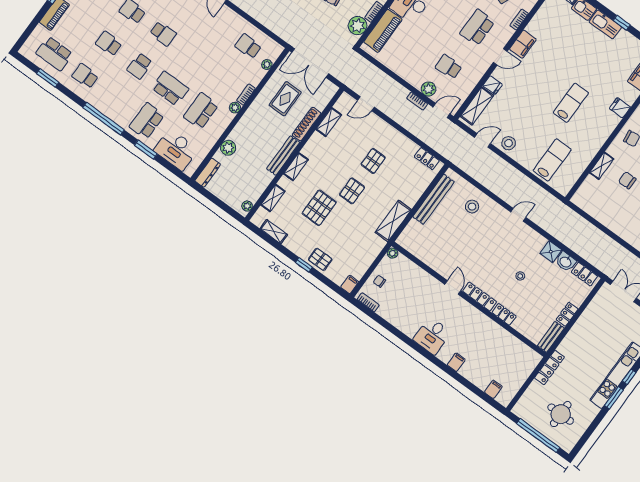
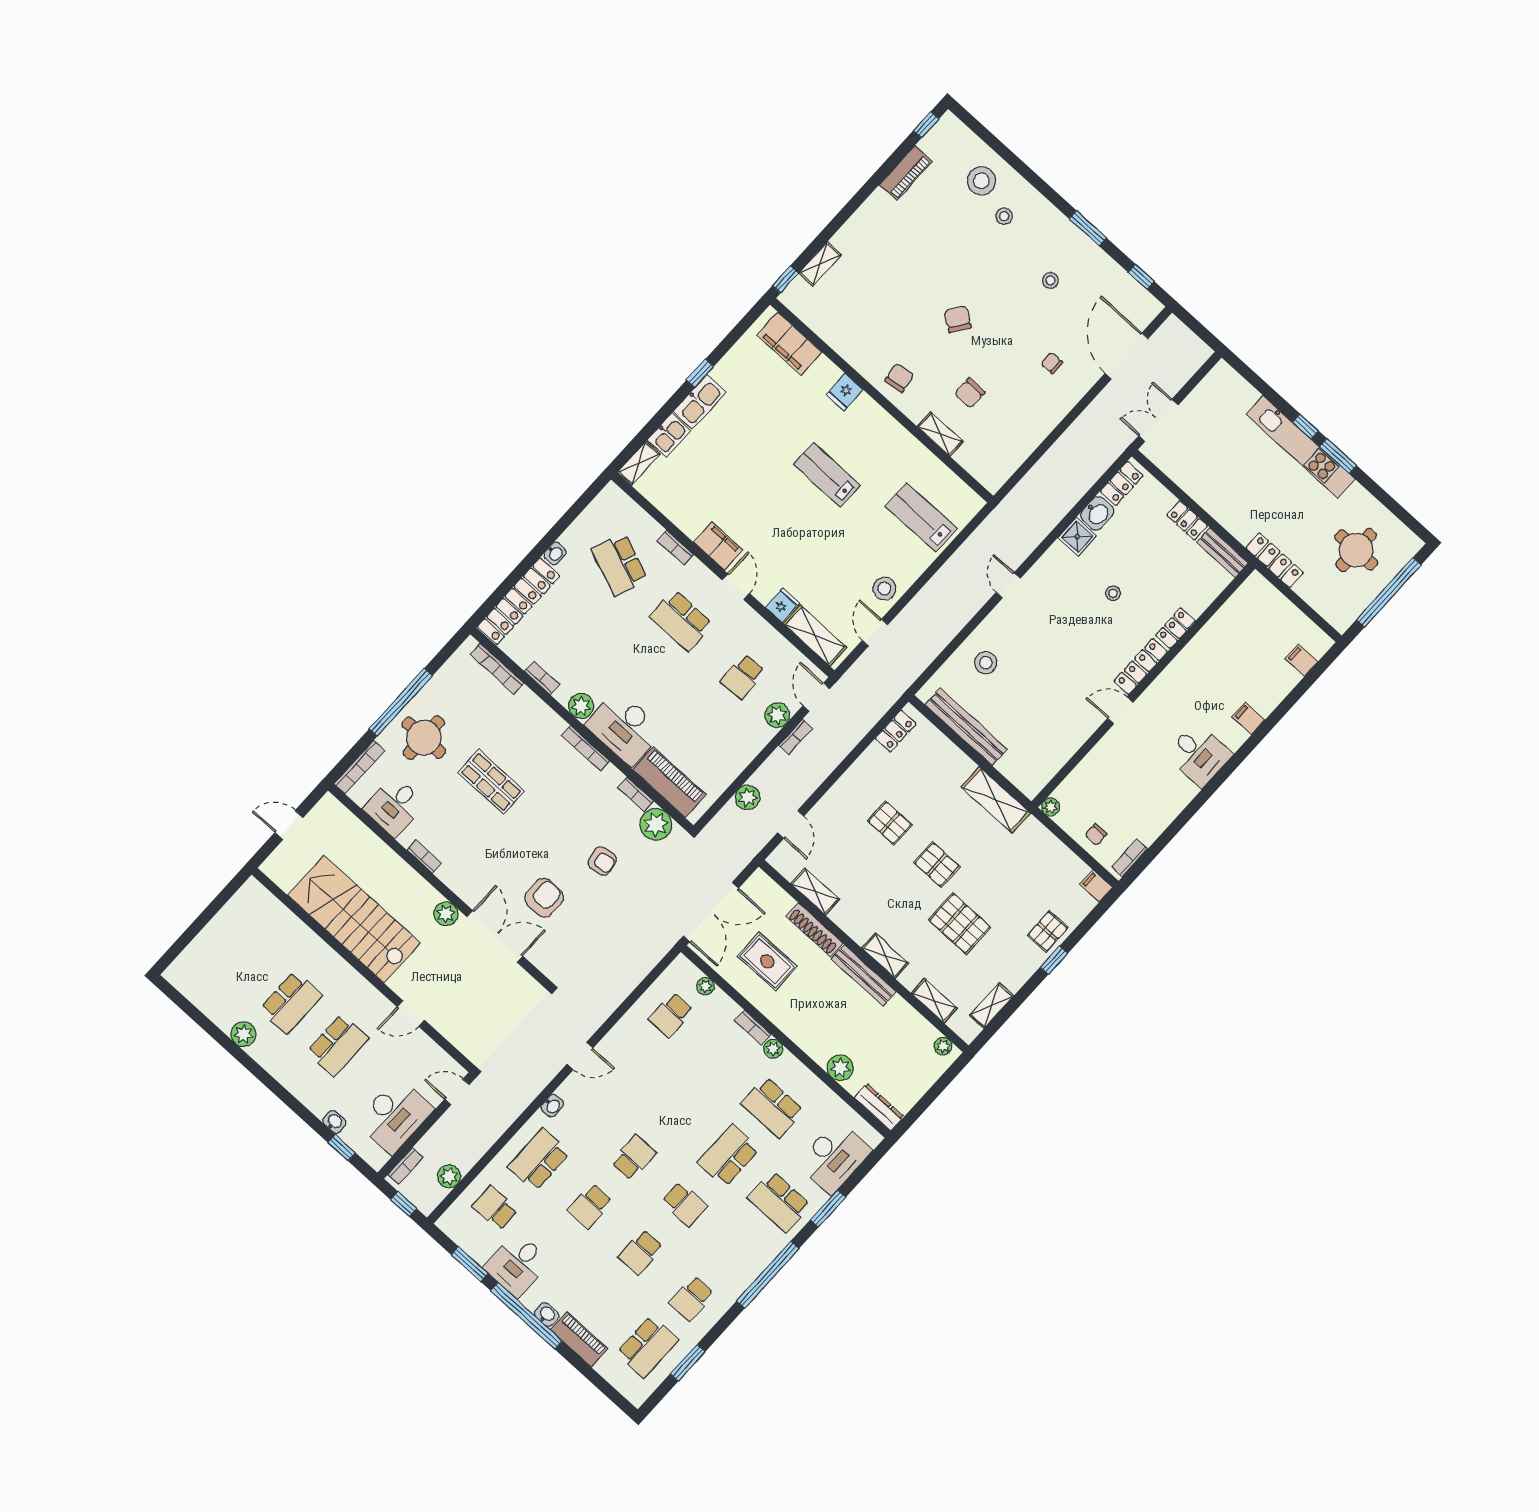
plant: (379, 77) -> (748, 797), added

